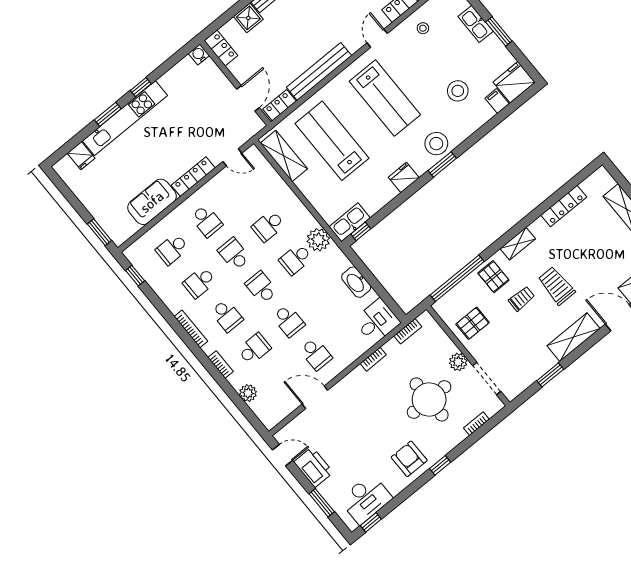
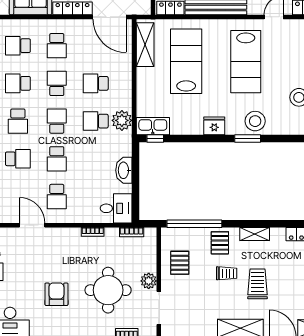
door: (232, 157) -> (110, 17), width x1.87
pallet: (473, 323) -> (180, 263), turned 90
armchair: (409, 459) -> (56, 294), moved

